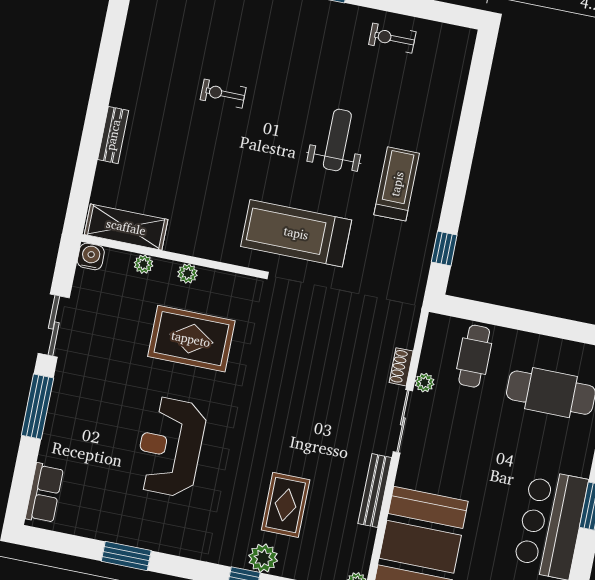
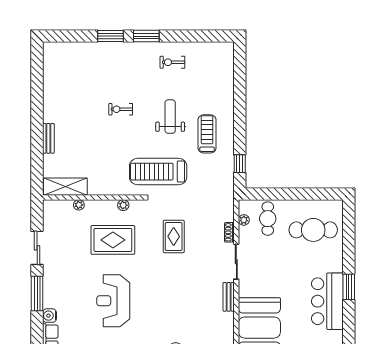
exercise bike: (392, 38) -> (172, 62), moved
exercise bike: (223, 94) -> (121, 109), moved
water cooler: (91, 256) -> (50, 316), moved, turned -90
plant: (188, 274) -> (123, 205), moved
plant: (425, 383) -> (244, 220), moved
bench: (375, 491) -> (229, 297), width x0.73
rug: (286, 505) -> (174, 236), moved

